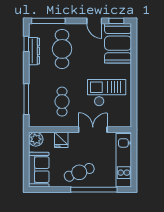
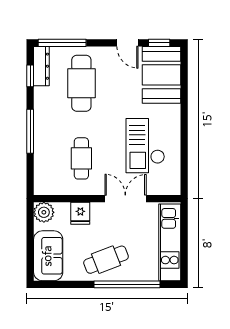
dresser: (34, 51) -> (41, 66), moved
checkout: (107, 93) -> (145, 146), turned -90
window: (26, 99) -> (30, 131), moved

